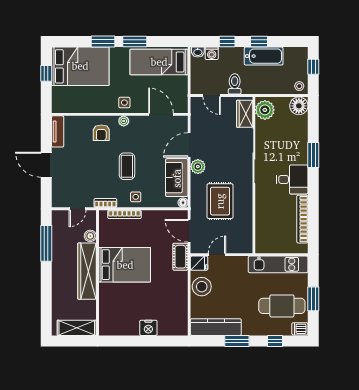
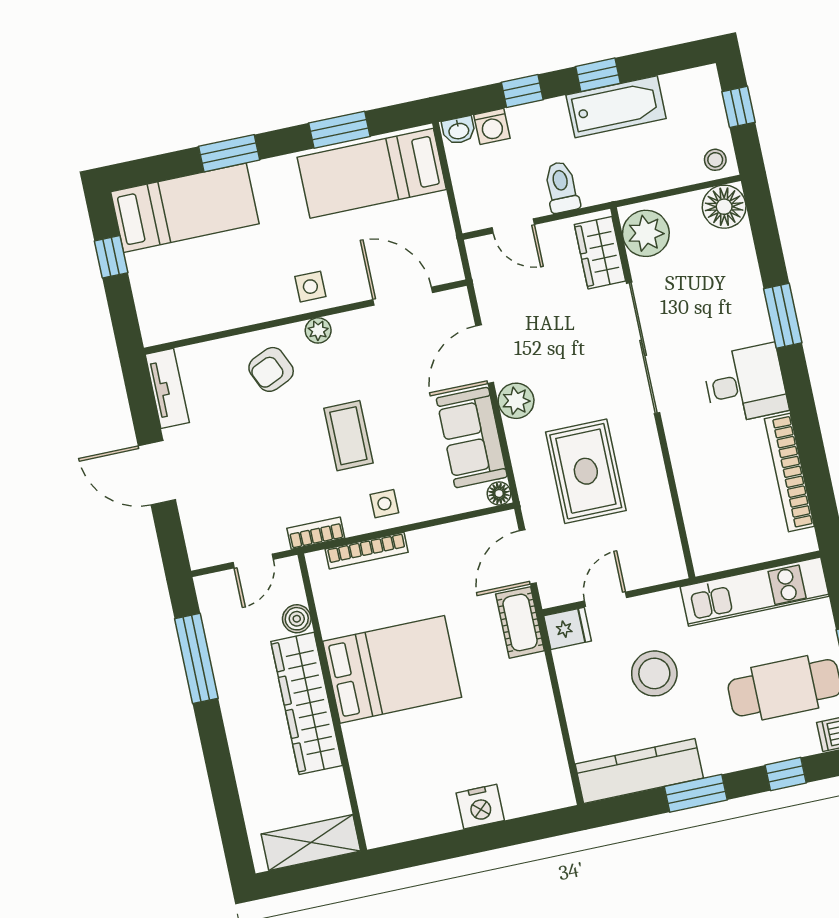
window: (135, 42) -> (339, 130), moved
bed: (80, 66) -> (185, 208), width x0.67
armchair: (101, 133) -> (271, 369), turned 66
door: (189, 231) -> (528, 557), hinge flipped
stool: (202, 287) -> (654, 673), moved

